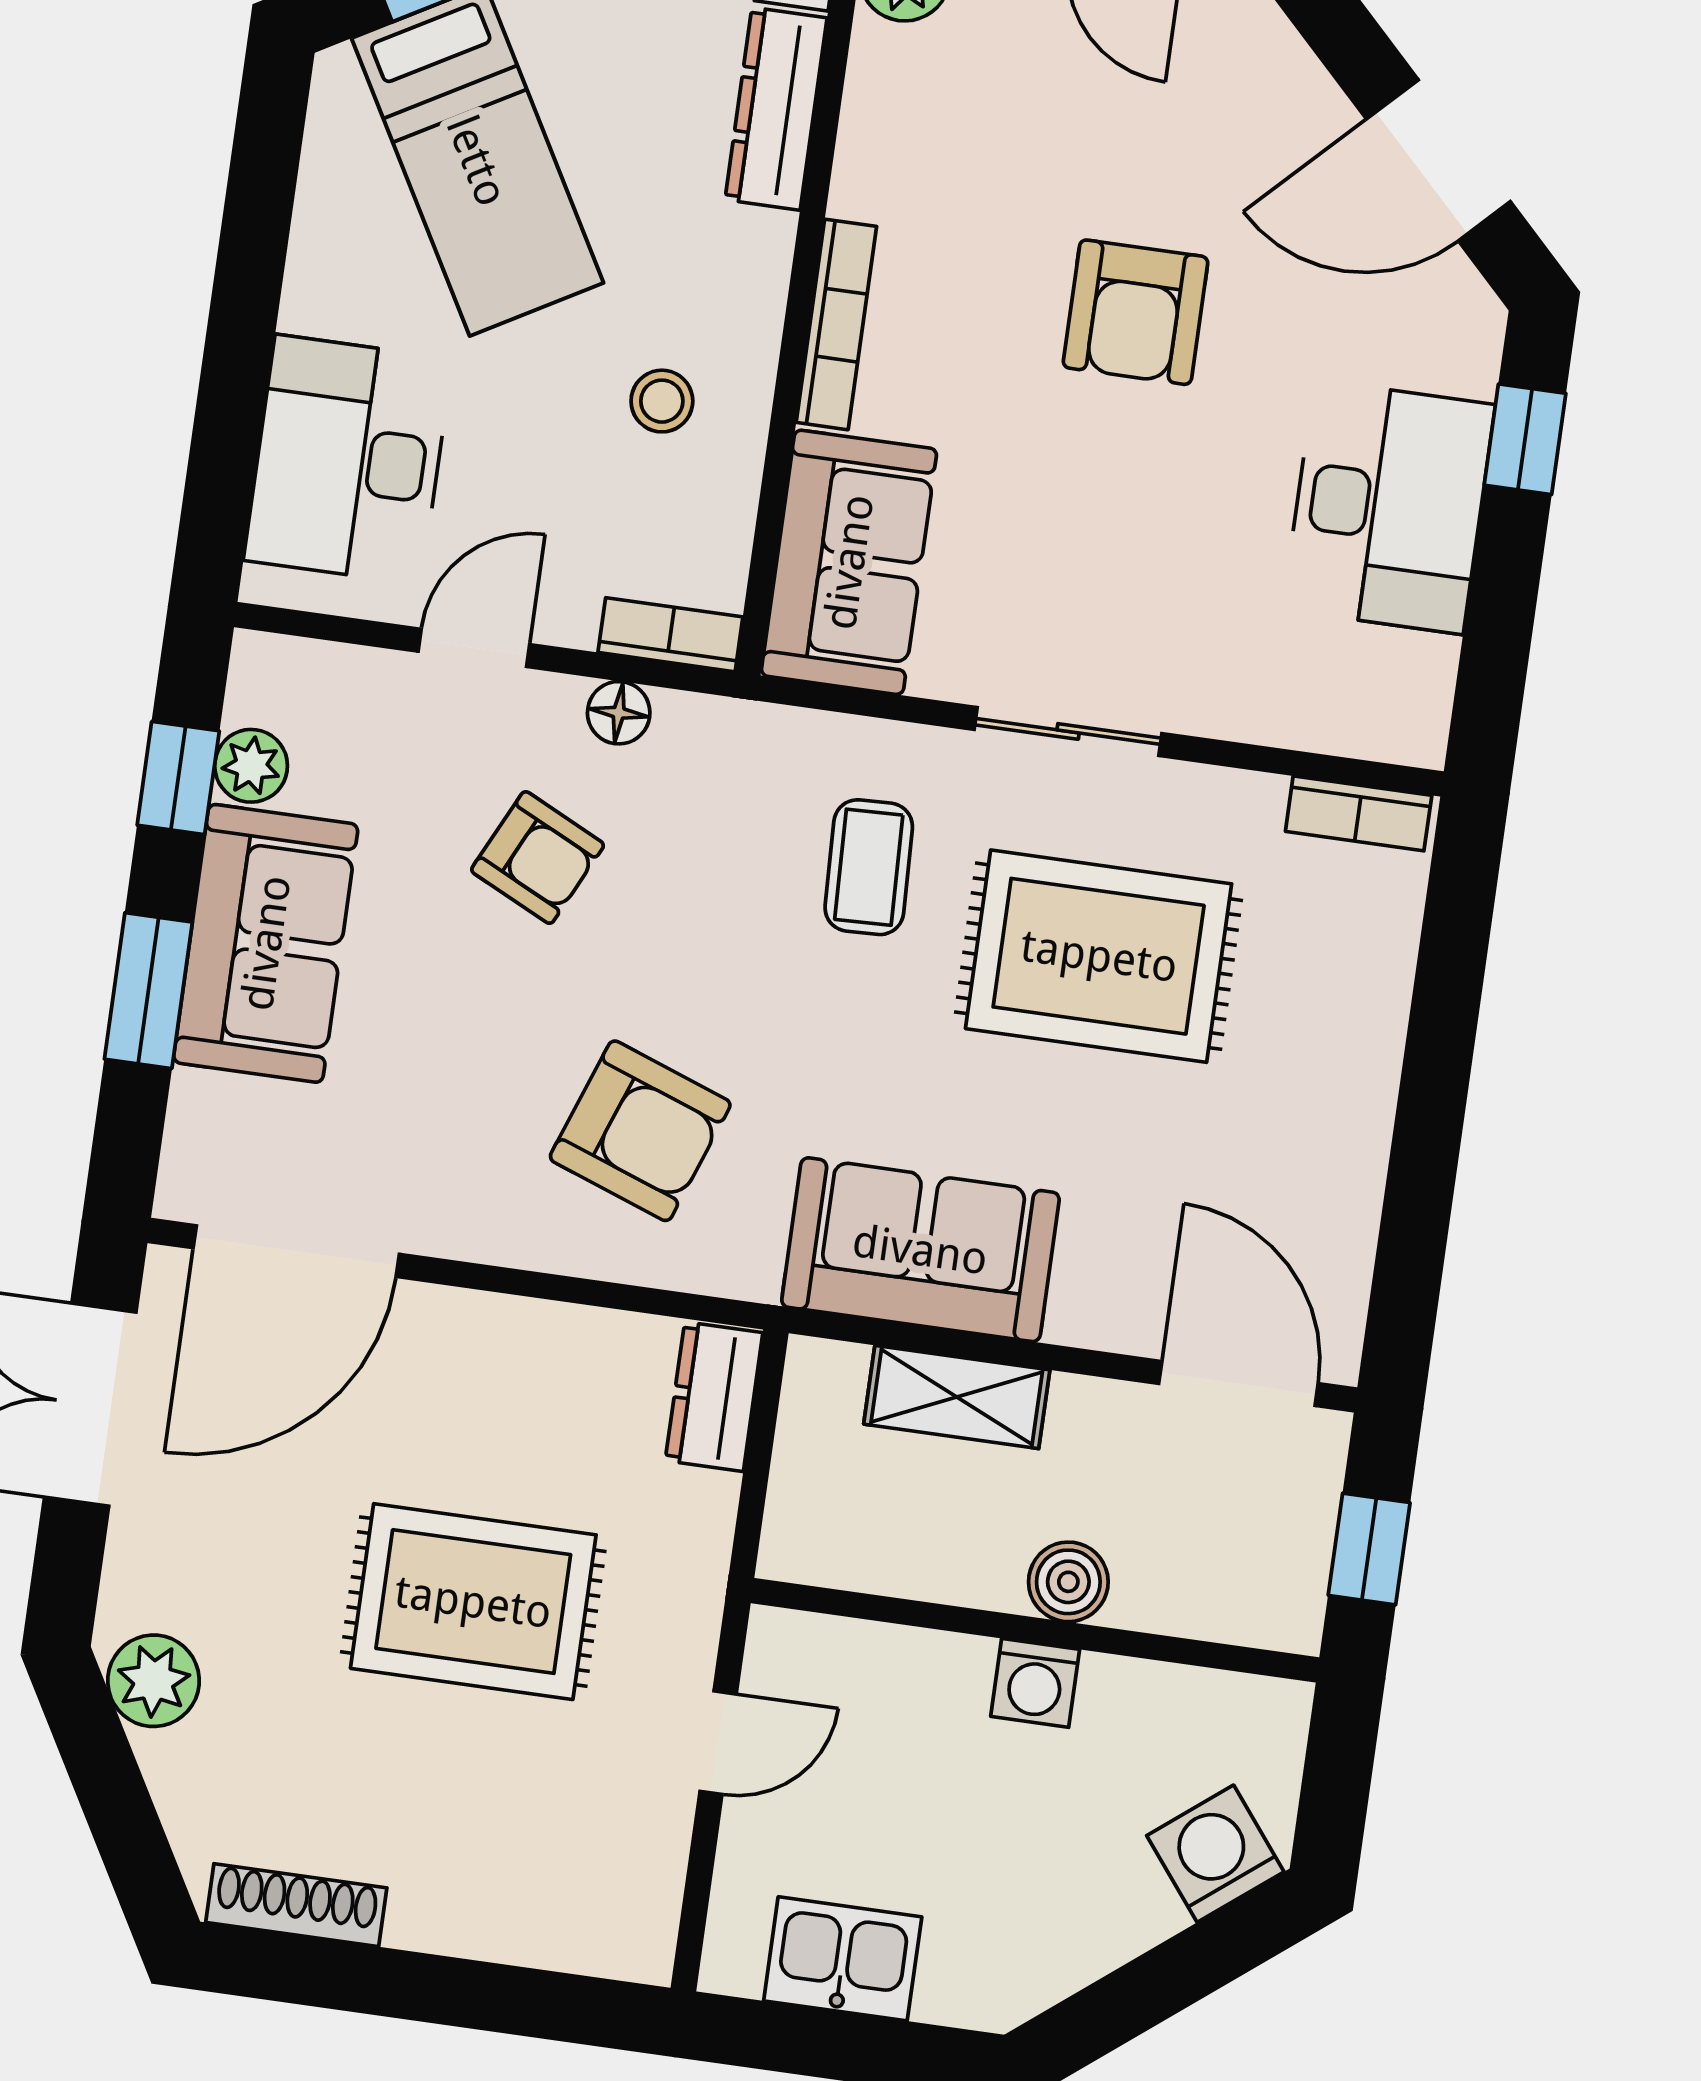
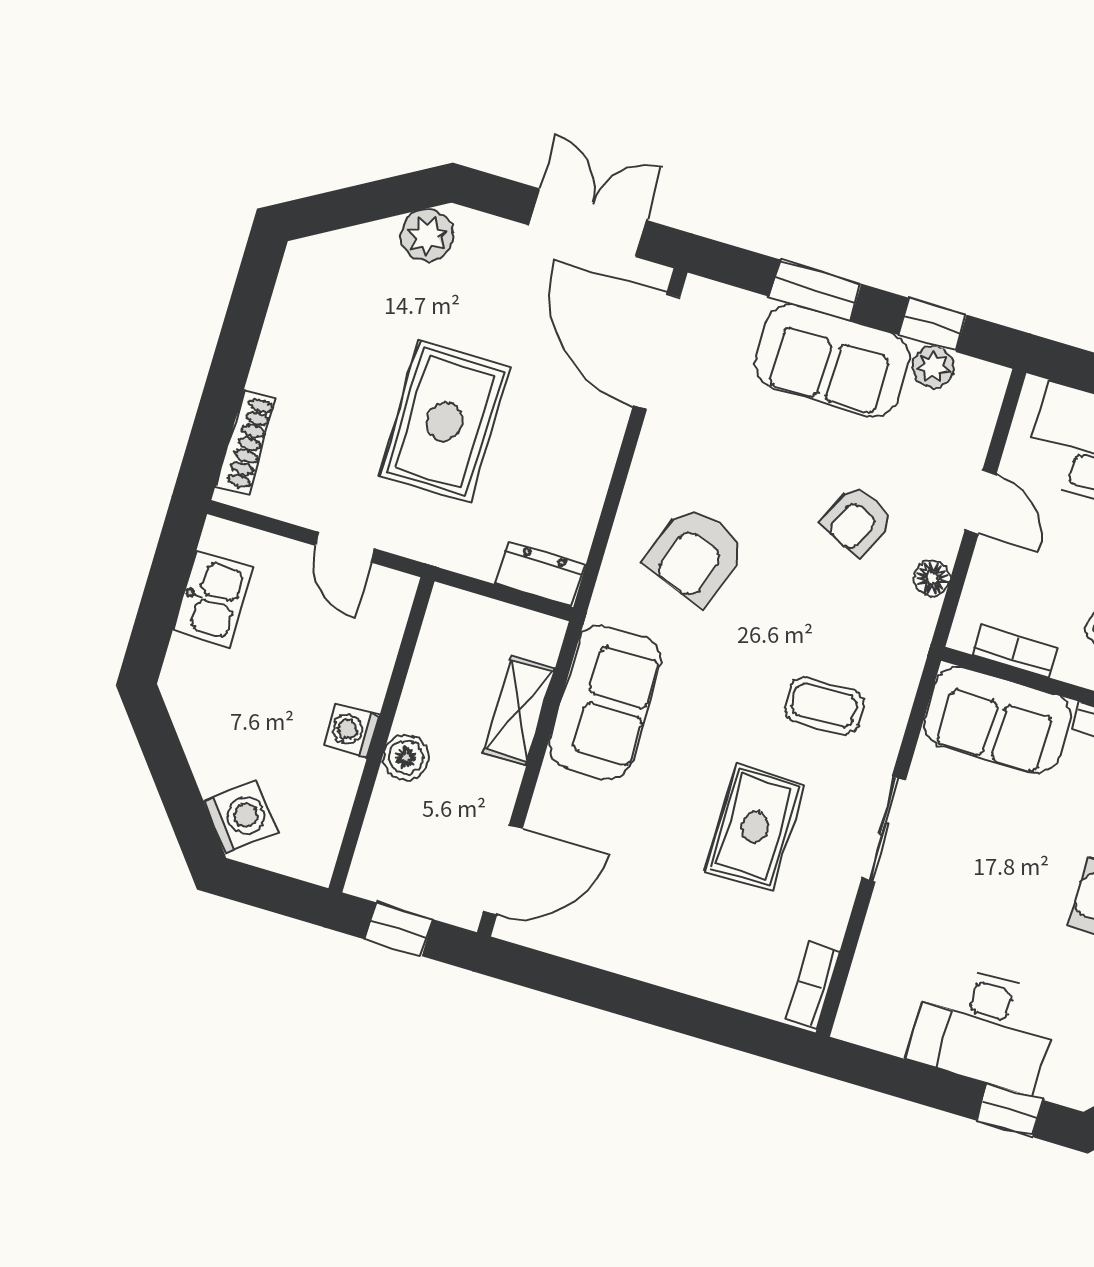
bookcase: (670, 635) -> (1015, 651), moved, turned -90
rug: (1099, 956) -> (755, 827), width x0.73, depth x0.70
shoe rack: (296, 1905) -> (246, 442), moved

